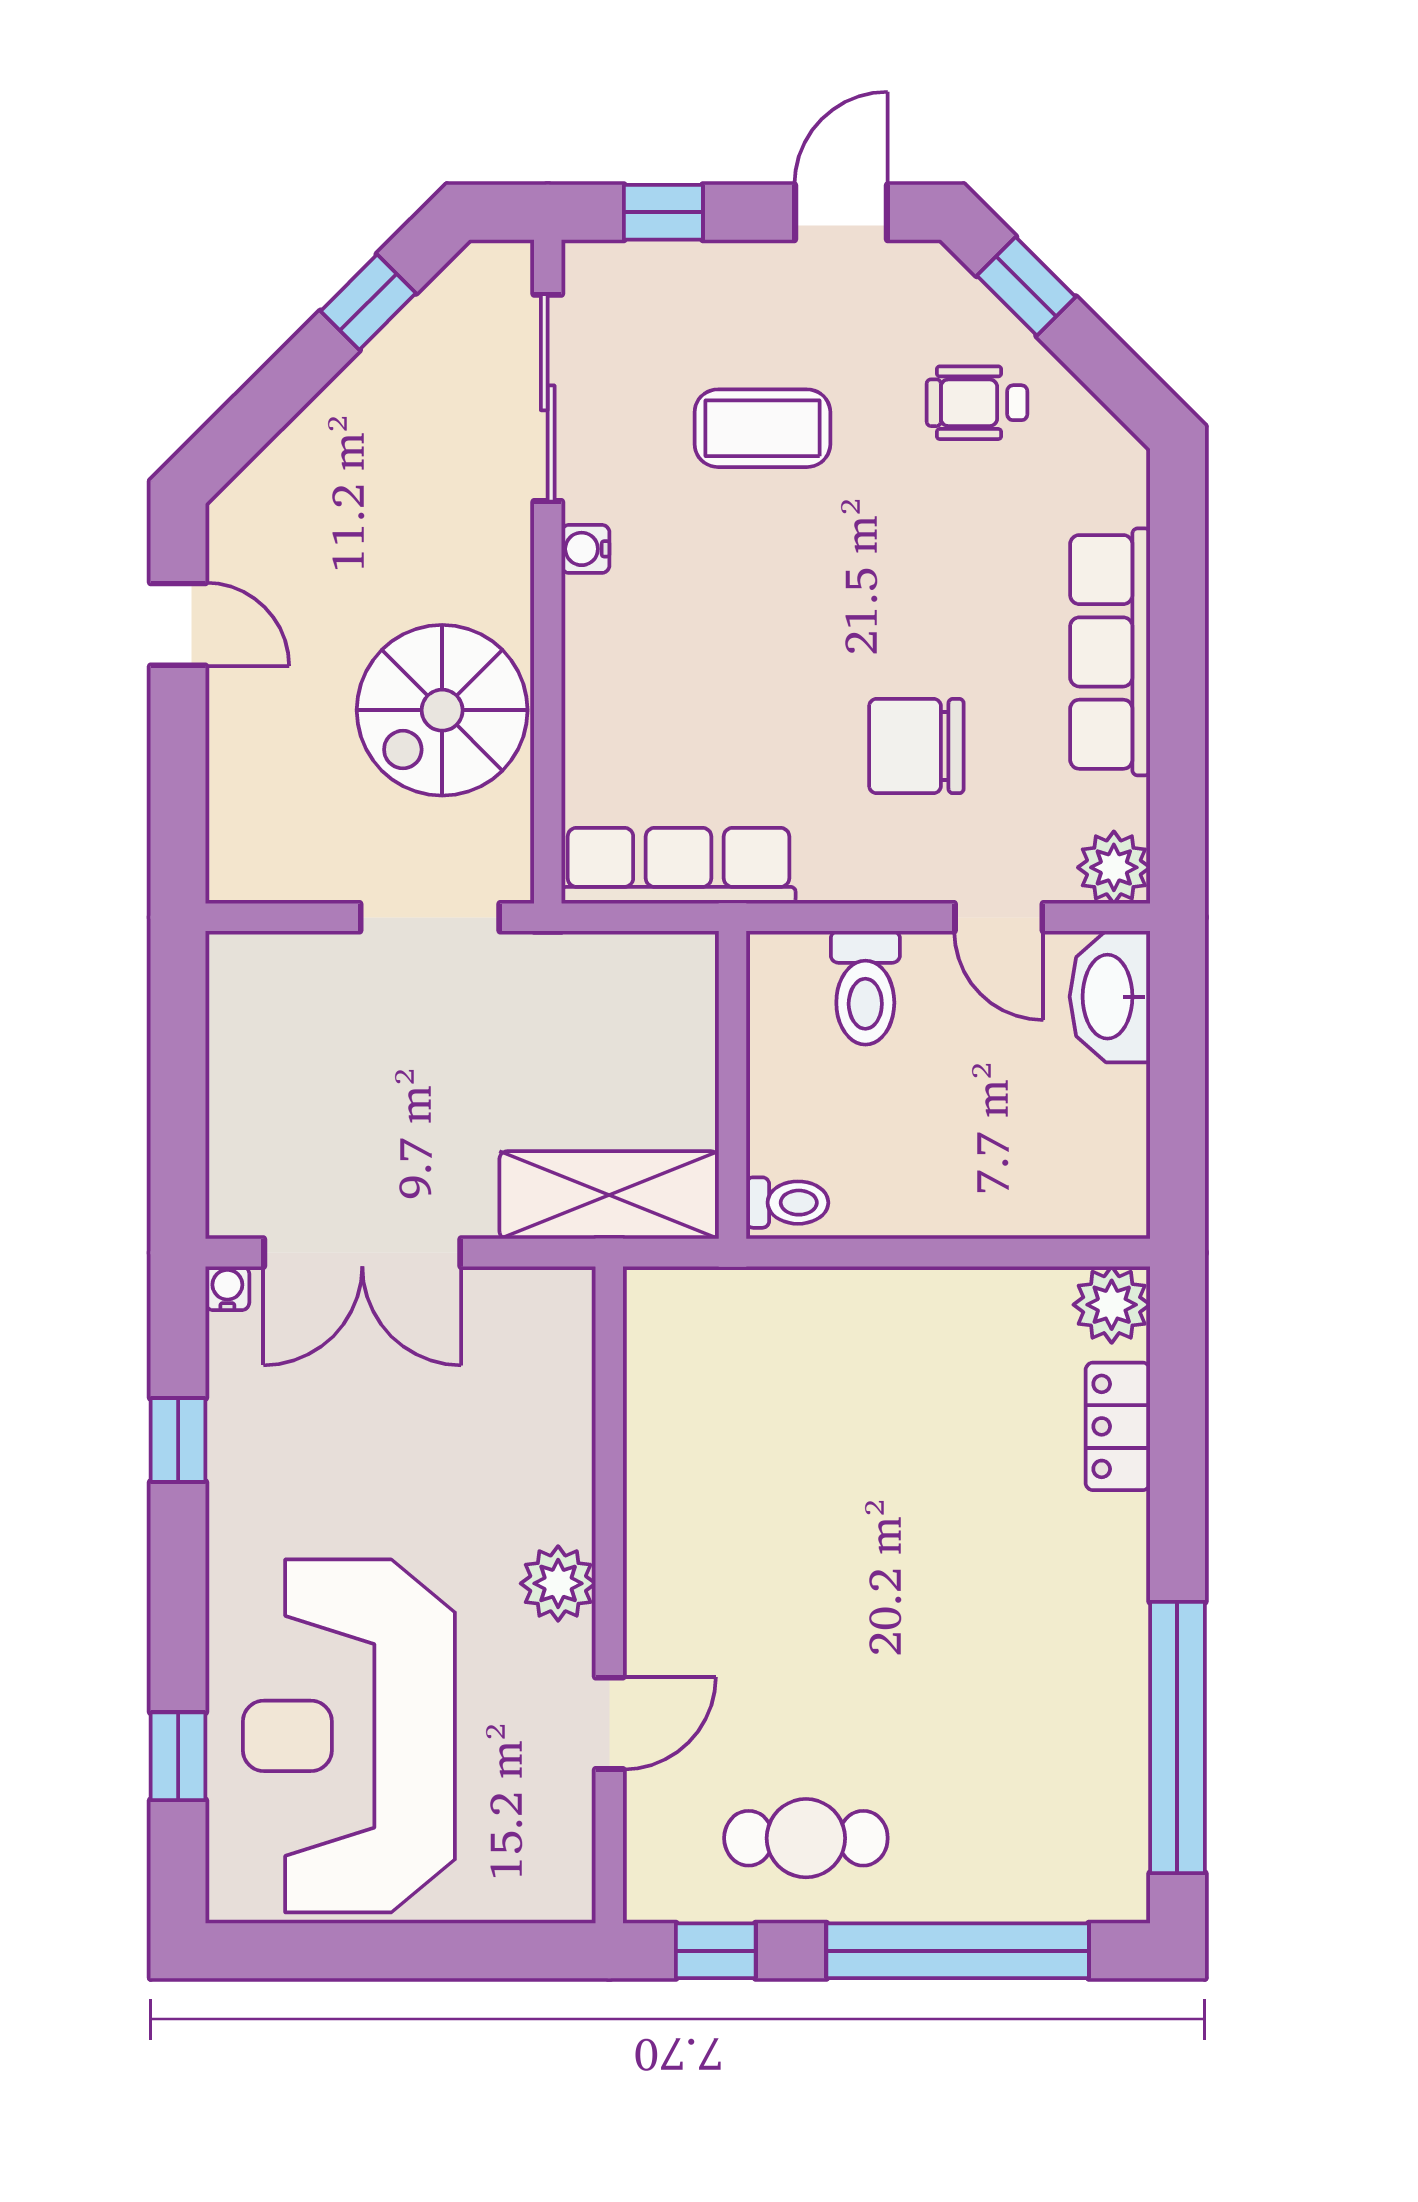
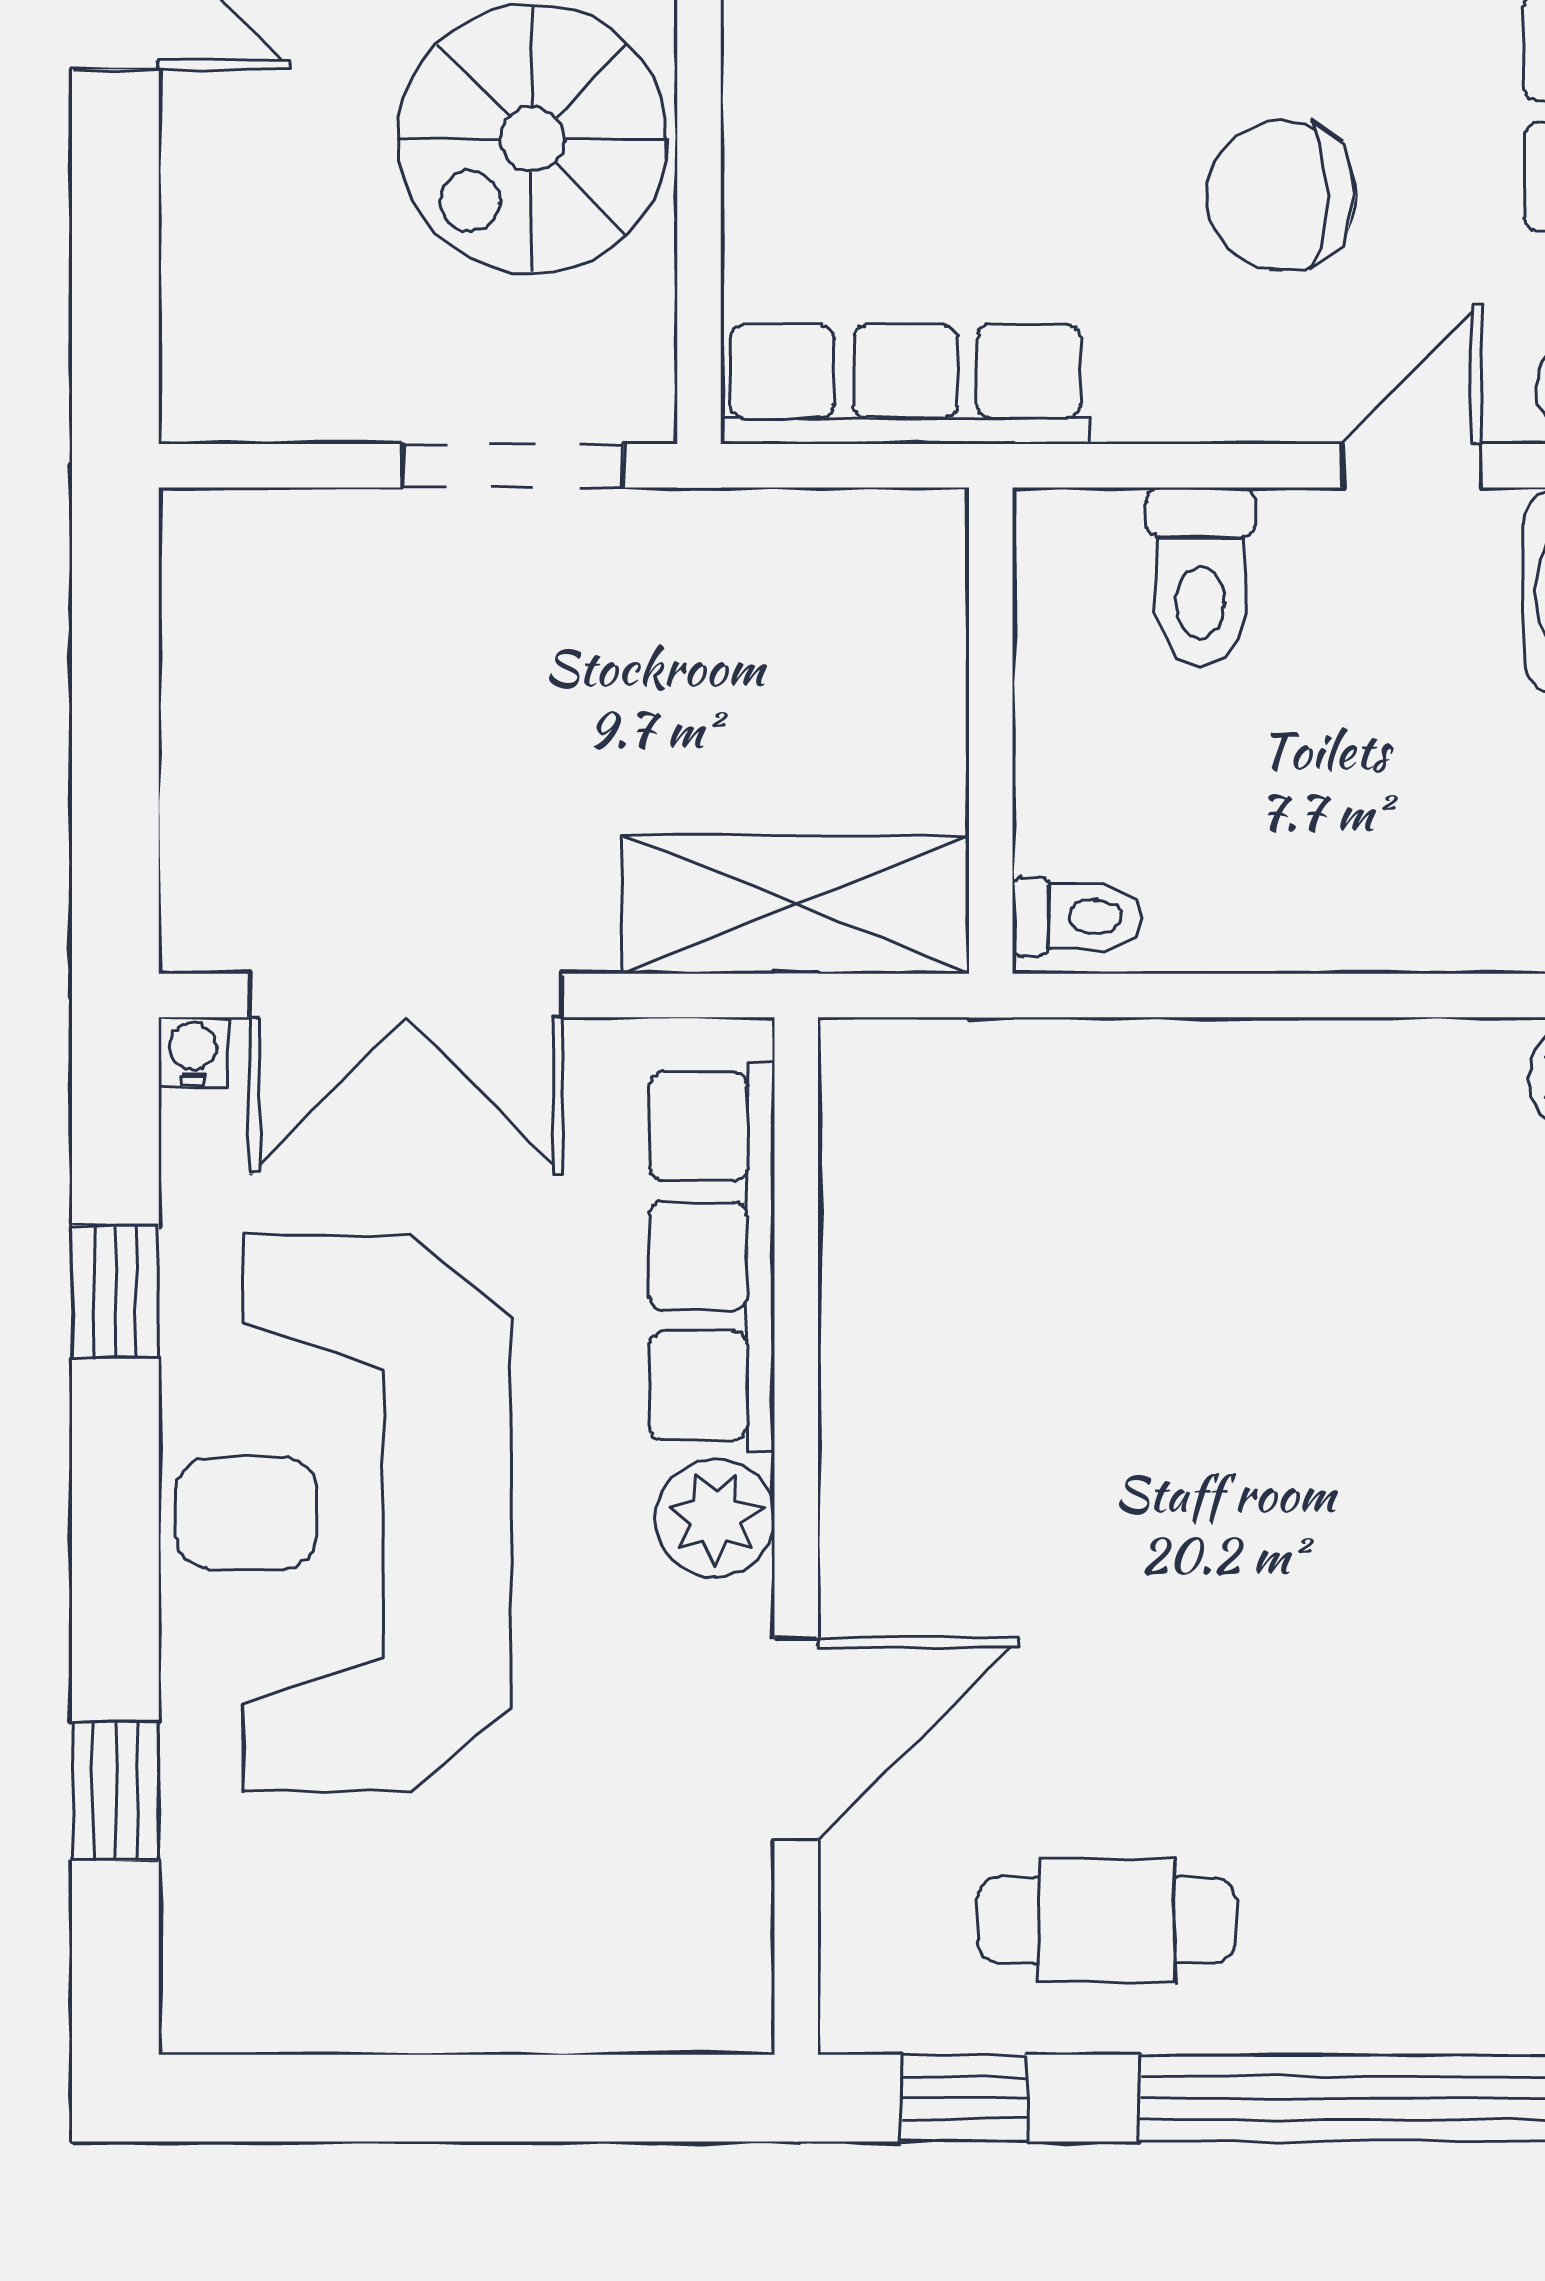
door: (999, 917) -> (1411, 466), swing flipped
row of seats: (556, 1418) -> (712, 1256), added
door: (609, 1723) -> (796, 1739), width x1.37
reception desk: (349, 1736) -> (343, 1513), moved

